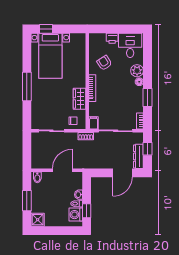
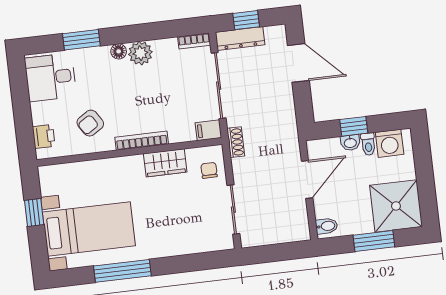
window: (46, 29) -> (34, 213), moved
printer: (112, 38) -> (44, 136), moved
plant: (137, 71) -> (140, 53), moved
window: (27, 87) -> (122, 271), moved
window: (147, 98) -> (81, 40), moved
dresser: (138, 156) -> (240, 39), moved
door: (62, 170) -> (307, 180), swing flipped
window: (87, 211) -> (354, 126), moved
shower: (38, 220) -> (396, 206), width x1.86, depth x1.86

